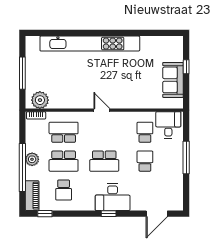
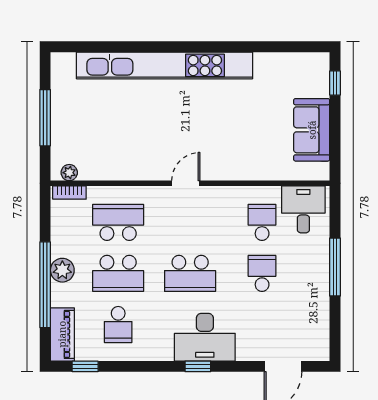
window: (186, 67) -> (335, 83), moved
plant: (40, 100) -> (69, 173), width x0.53, depth x0.53
door: (102, 110) -> (186, 183), hinge flipped

